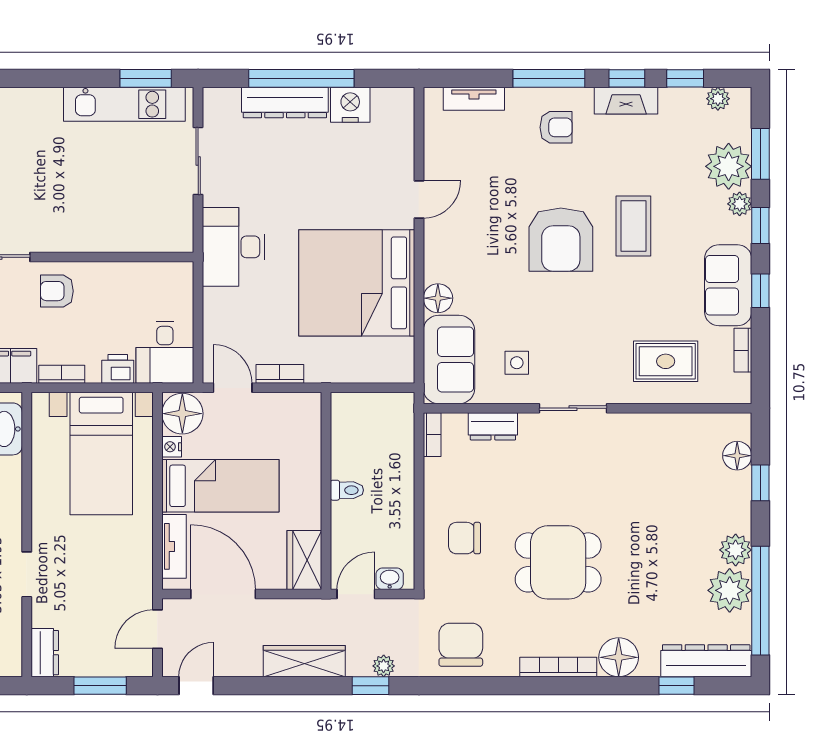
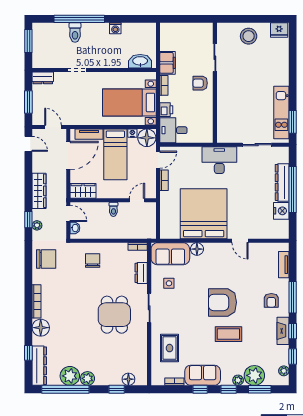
armchair: (57, 291) -> (200, 83), turned -90
door: (326, 436) -> (137, 200), added
dining table: (558, 562) -> (114, 315), moved

